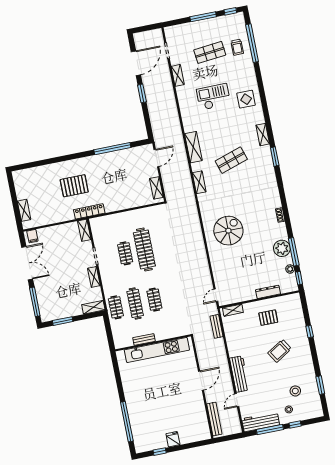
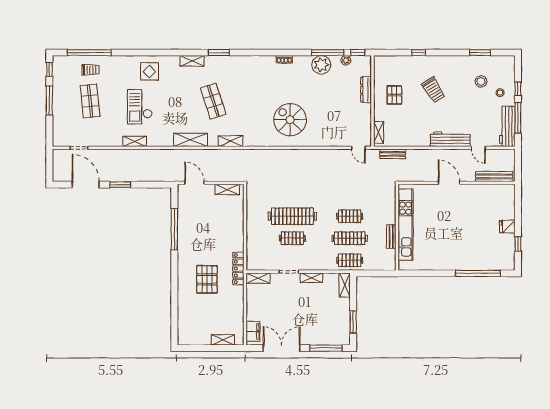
shelving: (178, 75) -> (135, 141), moved
filing cabinet: (32, 236) -> (253, 331), width x2.00

